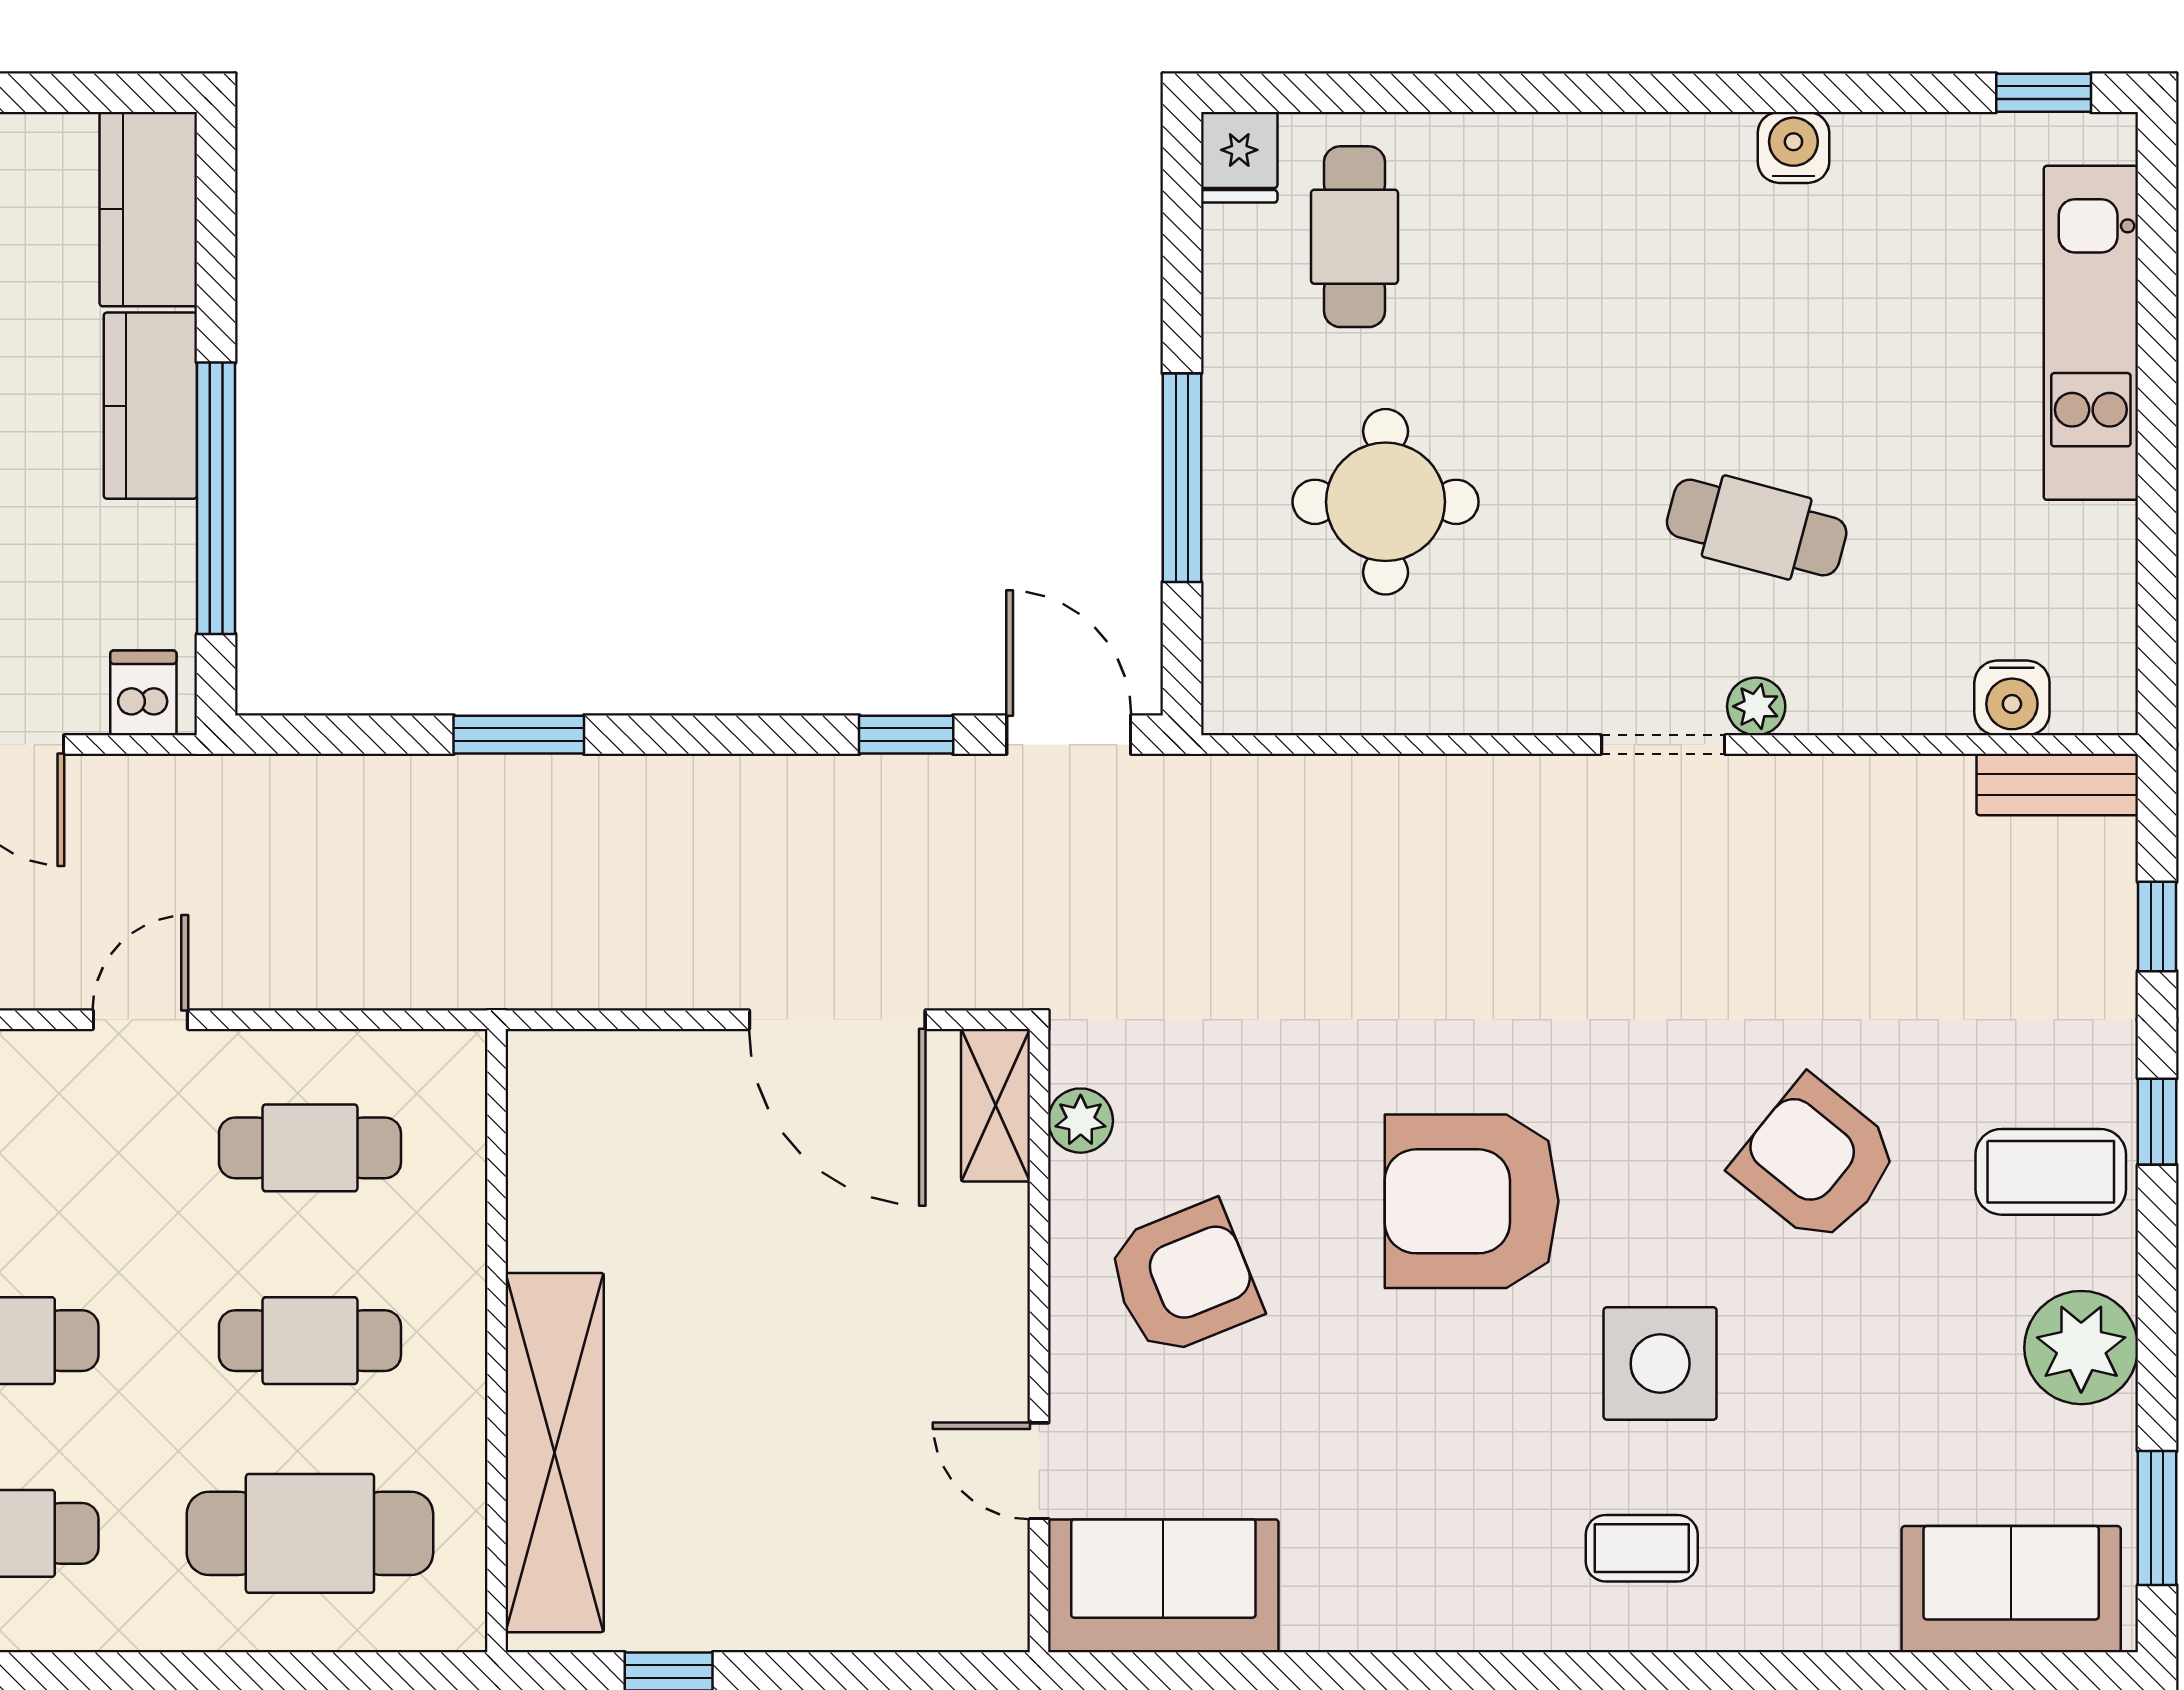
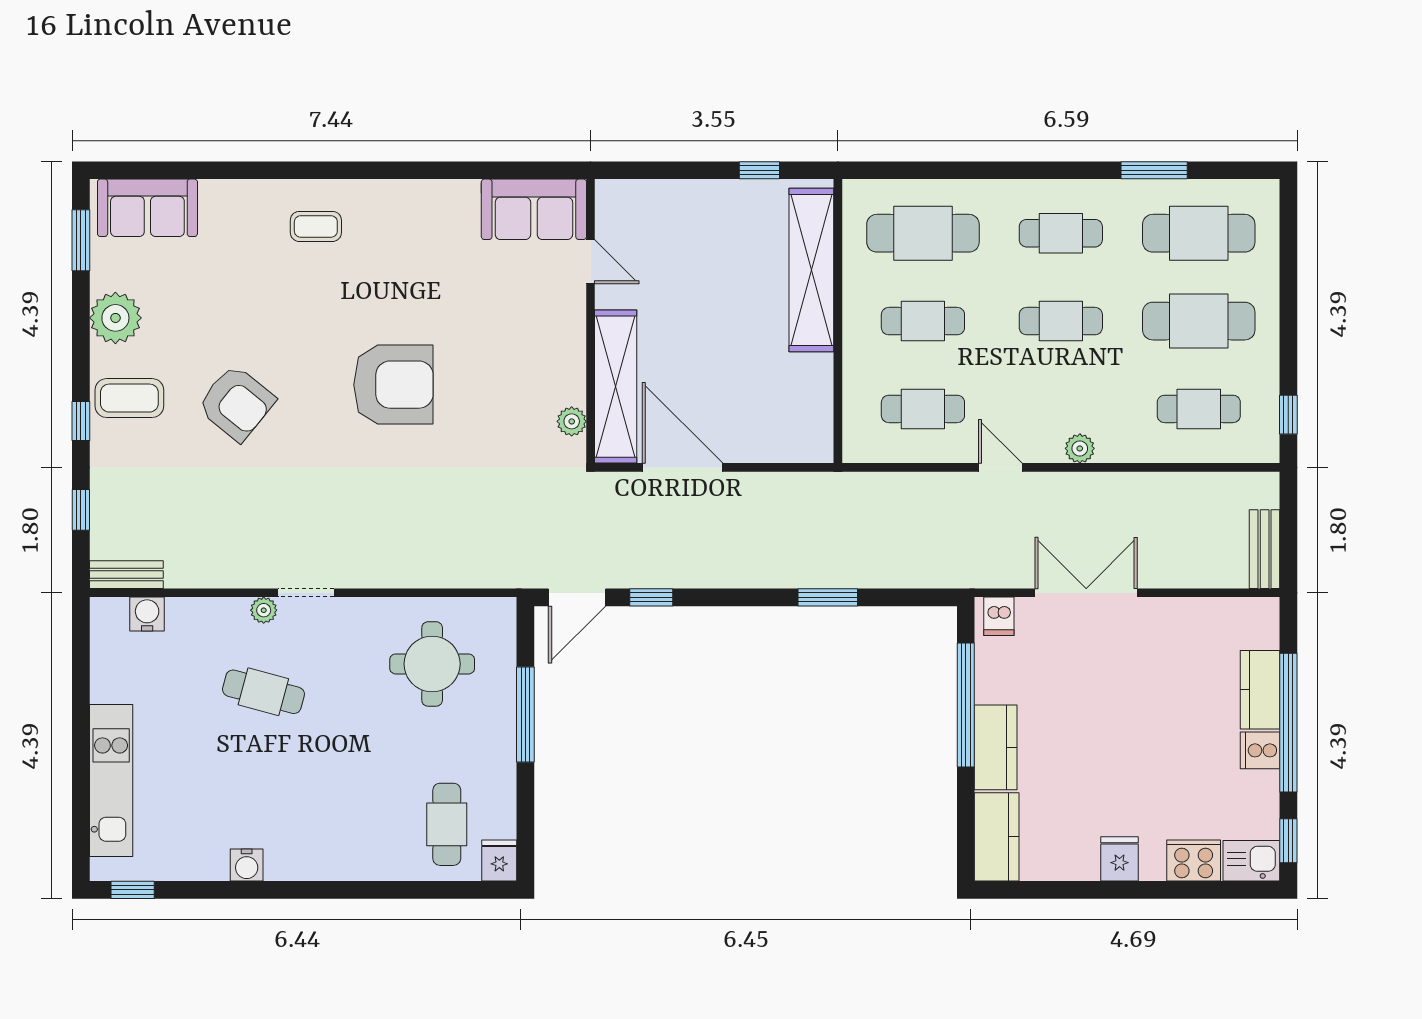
round table: (1386, 502) -> (432, 664), moved
door: (1069, 735) -> (577, 597), hinge flipped
door: (140, 1020) -> (1000, 467), swing flipped
shelving: (996, 1105) -> (616, 387), width x2.20, depth x1.33
armchair: (1183, 1279) -> (525, 349), removed
side table: (1660, 1363) -> (307, 311), removed

